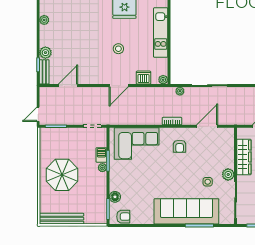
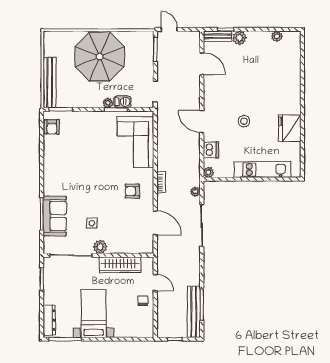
parasol: (62, 175) -> (100, 57), width x1.36, depth x1.36
floor lamp: (115, 197) -> (75, 117), removed
sofa: (186, 211) -> (55, 216), width x0.54, depth x0.79
bench: (62, 219) -> (50, 83), moved

